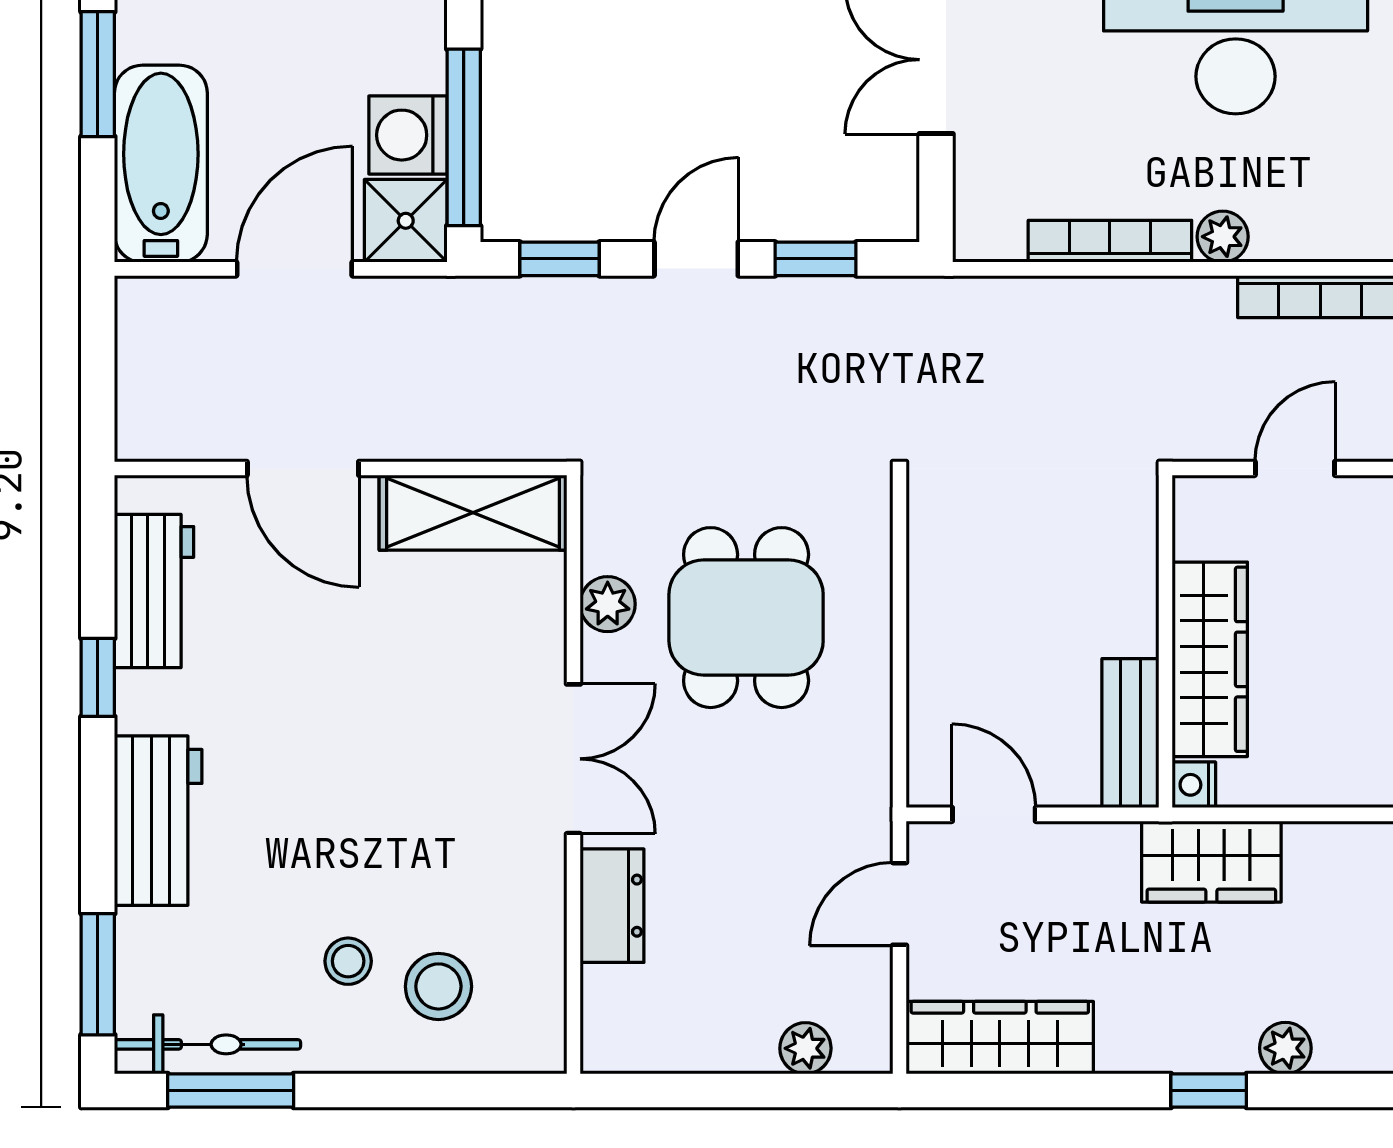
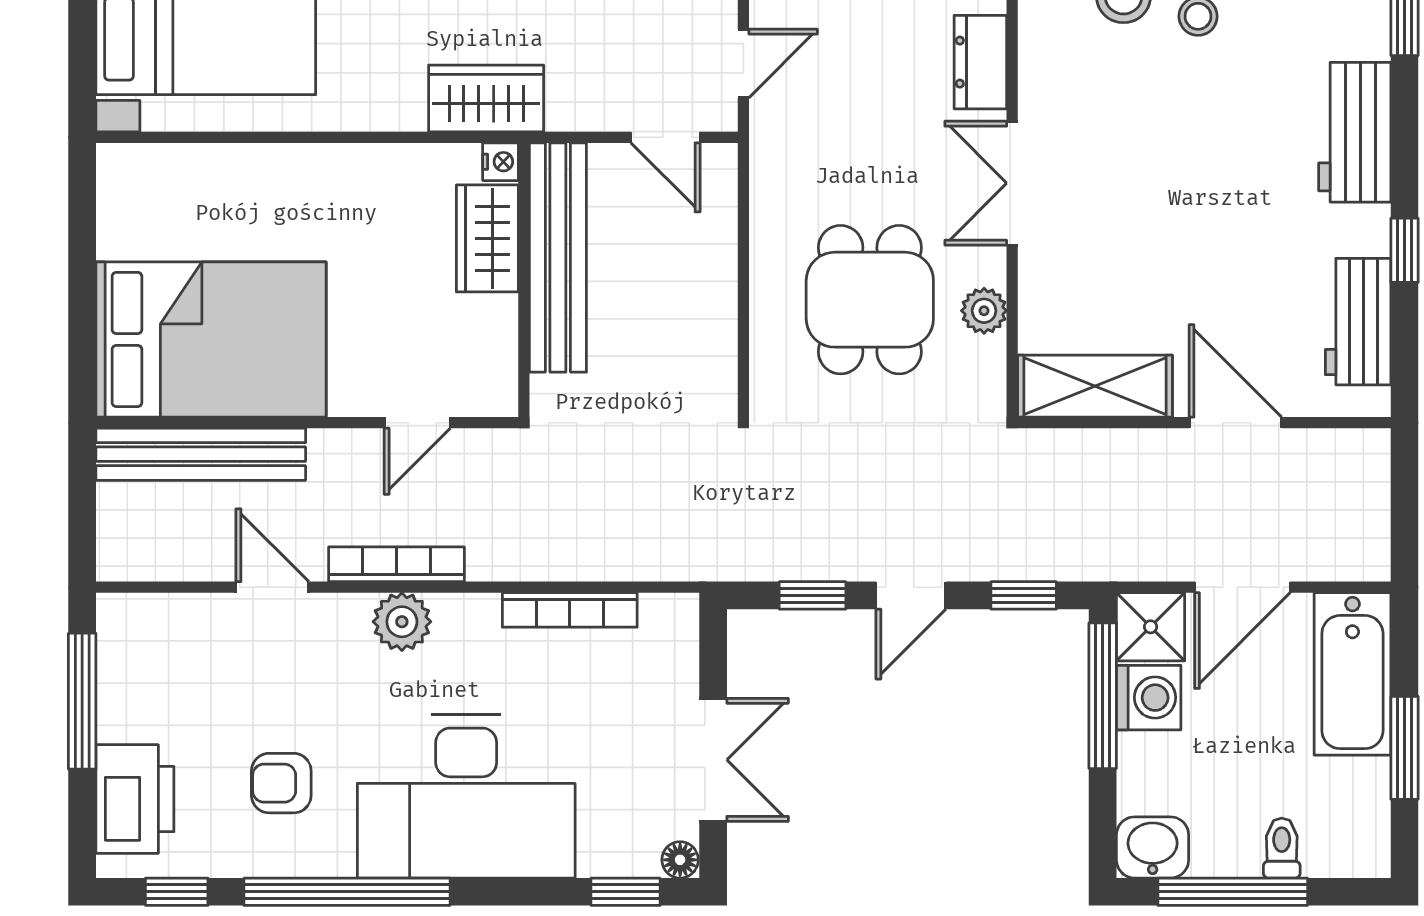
plant: (1223, 237) -> (402, 622), moved, width x1.38, depth x1.38
wardrobe: (1210, 659) -> (487, 238), width x0.67
bench: (1130, 733) -> (558, 257), width x1.86, depth x1.21

